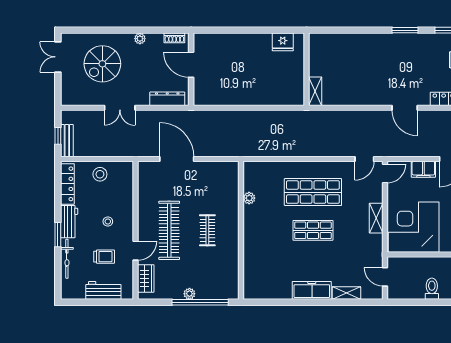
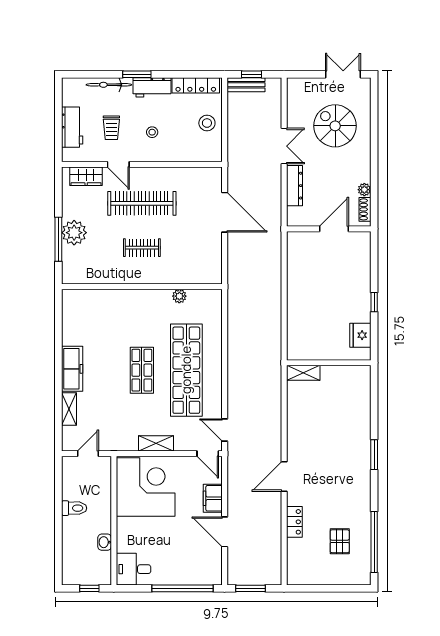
window: (254, 30) -> (374, 302), added
window: (405, 30) -> (374, 455), moved
plant: (140, 39) -> (364, 190), moved
dresser: (167, 99) -> (294, 186), moved
double door: (120, 108) -> (284, 146), swing flipped
door: (177, 159) -> (225, 212), hinge flipped
shop shelf: (313, 192) -> (186, 370), width x1.40
plant: (189, 294) -> (74, 233), width x1.88, depth x1.88
window: (200, 302) -> (58, 239), width x0.68

